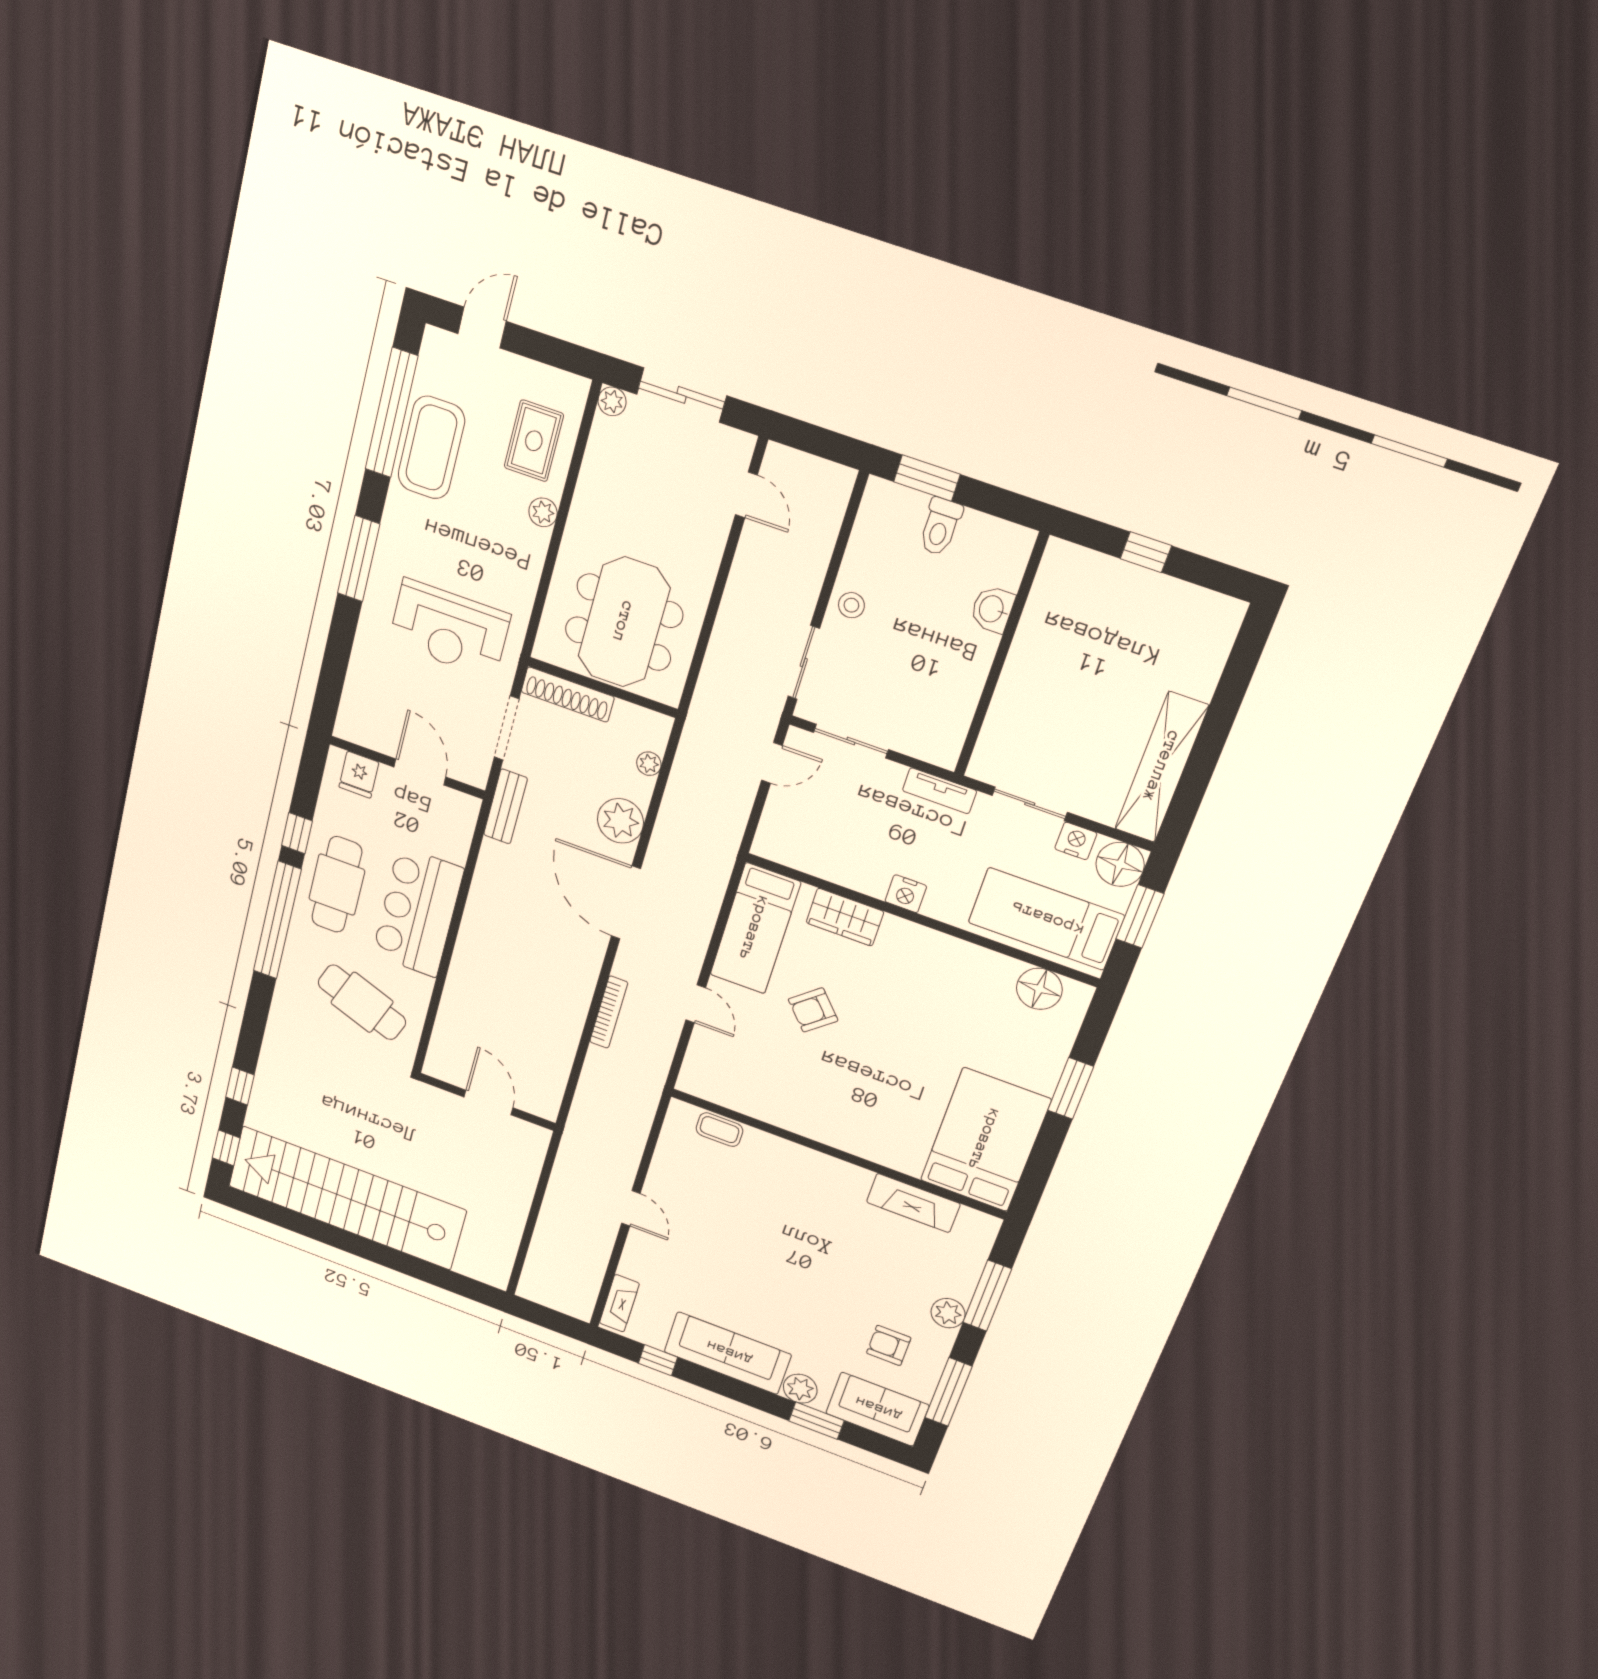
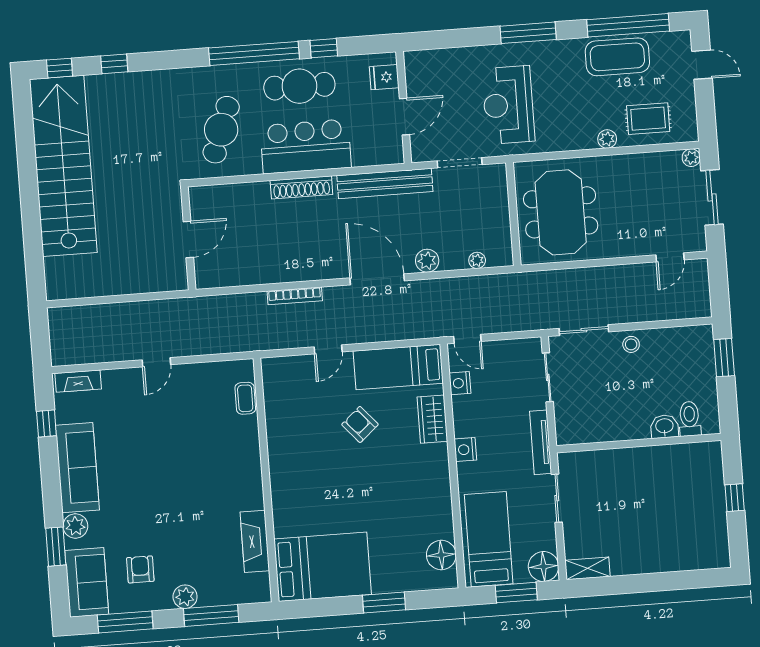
toilet: (940, 527) -> (690, 419), moved, turned 90
meeting table: (624, 622) -> (561, 212), turned 90
shoe rack: (568, 694) -> (301, 187), moved, turned -90
door: (772, 763) -> (467, 339), moved
shelving: (1162, 767) -> (588, 568), width x0.45, depth x0.75
tv unit: (940, 791) -> (541, 442), width x1.41
bench: (506, 806) -> (385, 183), width x1.86, depth x1.21
plant: (620, 821) -> (427, 261), width x0.73, depth x0.73
nightstand: (1076, 841) -> (460, 383), moved, turned 180
door: (626, 902) -> (377, 279), hinge flipped

